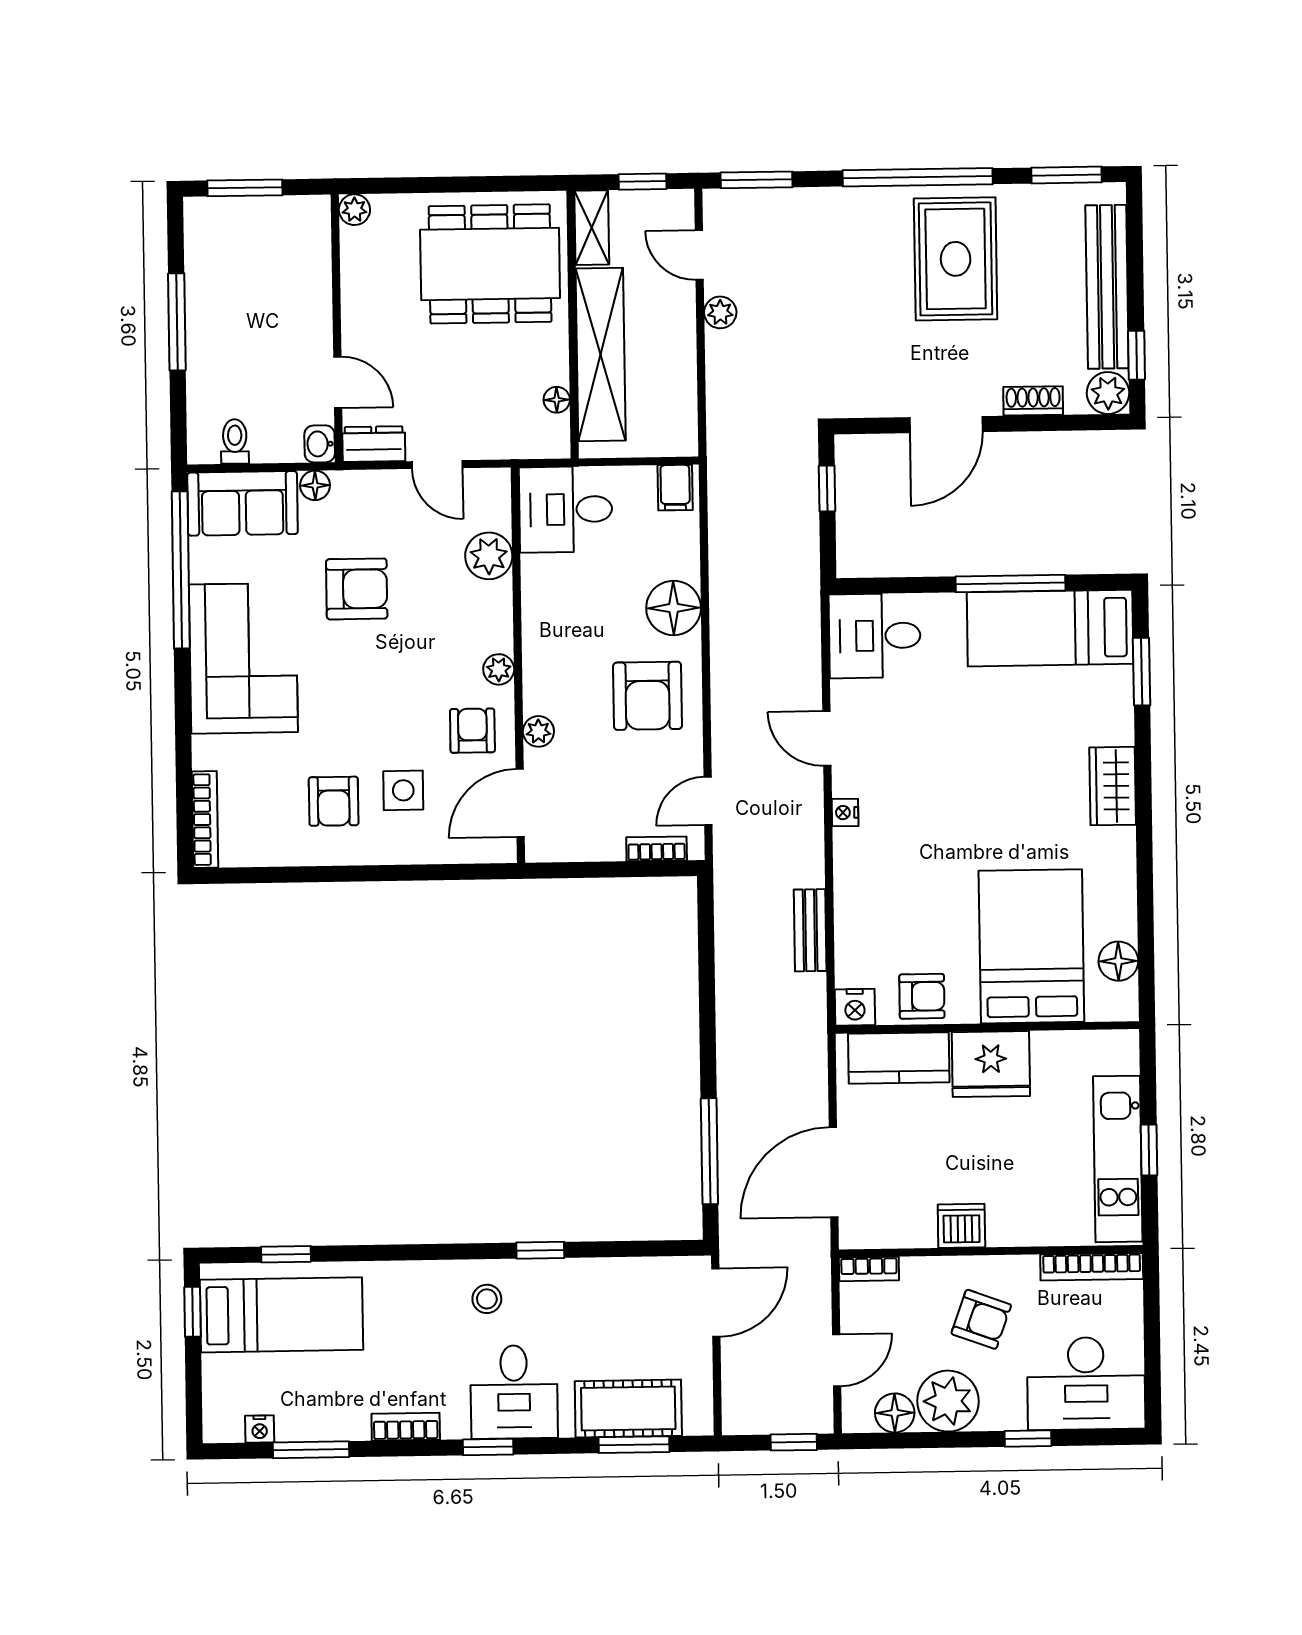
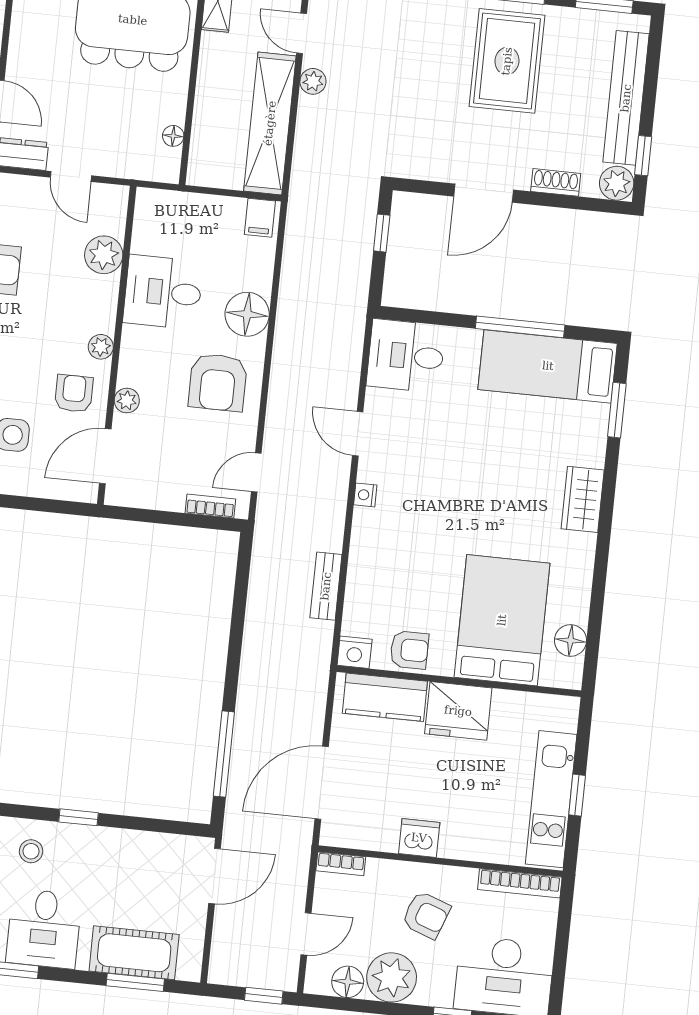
shelving: (601, 355) -> (270, 123), moved
desk: (566, 509) -> (163, 292), moved

